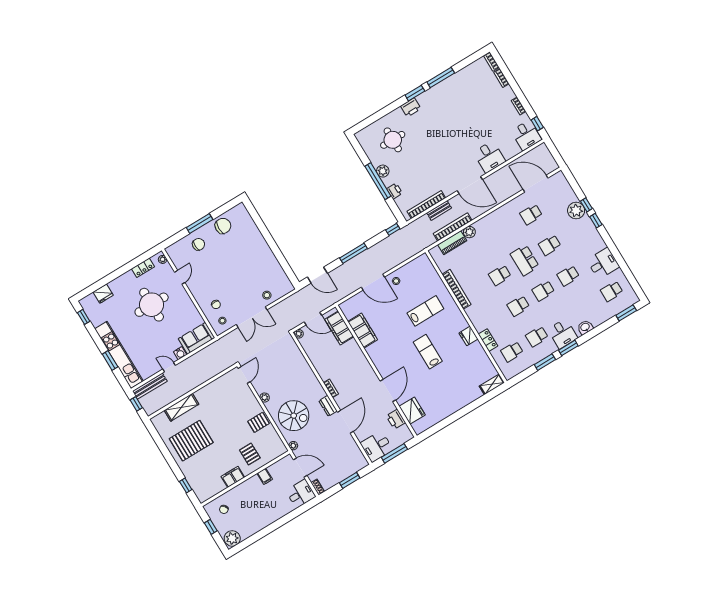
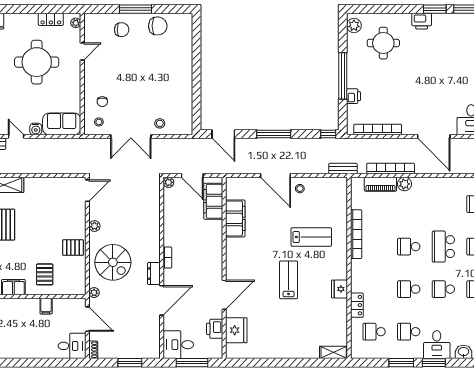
plant: (383, 171) -> (354, 25), moved
bench: (439, 210) -> (343, 169), moved

